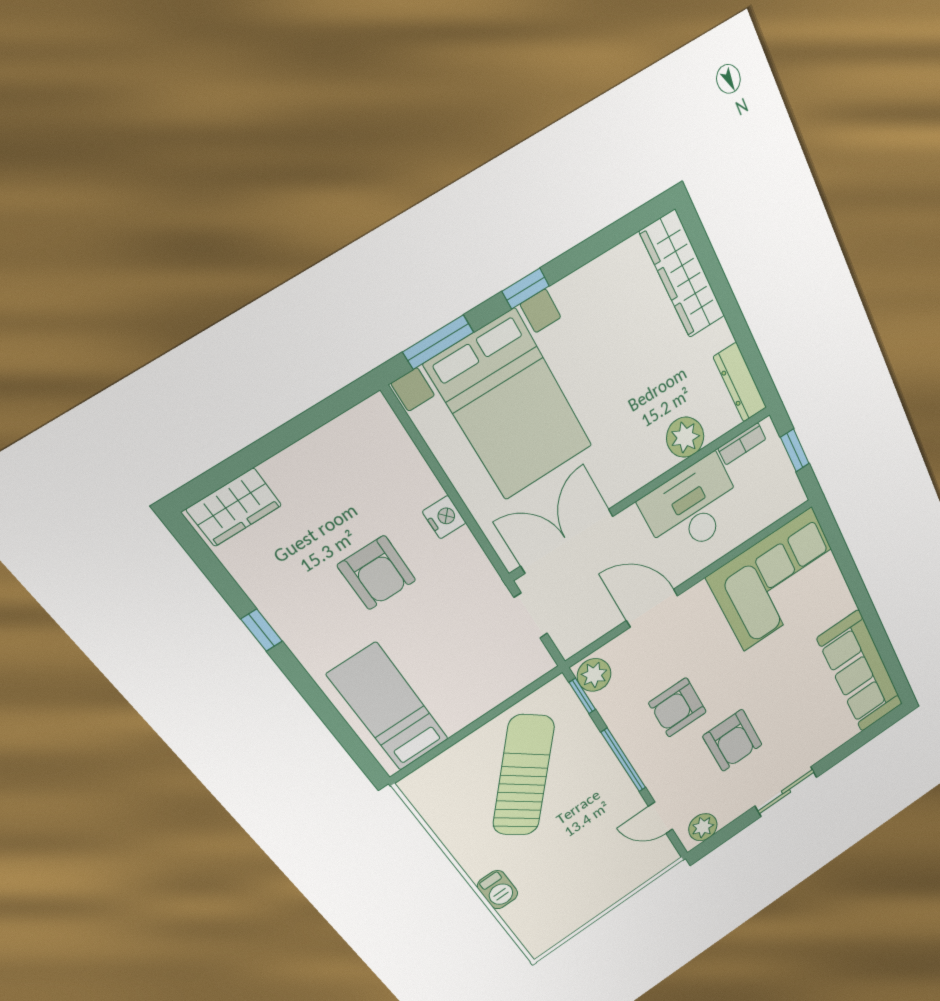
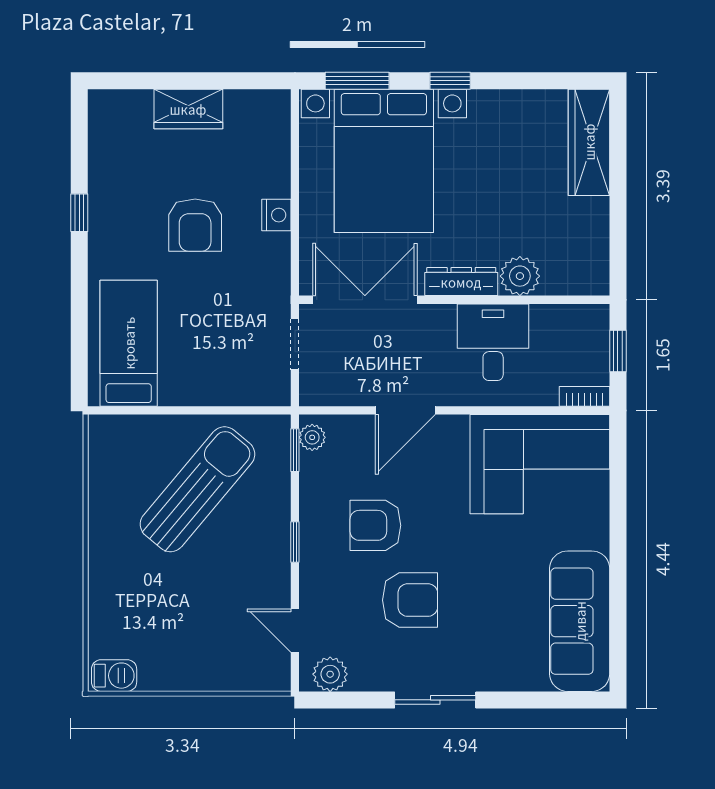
dresser: (740, 382) -> (461, 282), moved, turned 90
bookcase: (742, 444) -> (585, 396), moved, turned 180
wardrobe: (234, 507) -> (188, 109), moved
desk: (692, 508) -> (493, 342), width x0.73
door: (652, 608) -> (405, 410), swing flipped
plant: (594, 675) -> (312, 437), width x0.73, depth x0.73
armchair: (733, 740) -> (410, 600), turned -90
window: (624, 760) -> (295, 542), width x0.46
barbecue: (498, 890) -> (114, 676), moved, turned -90

